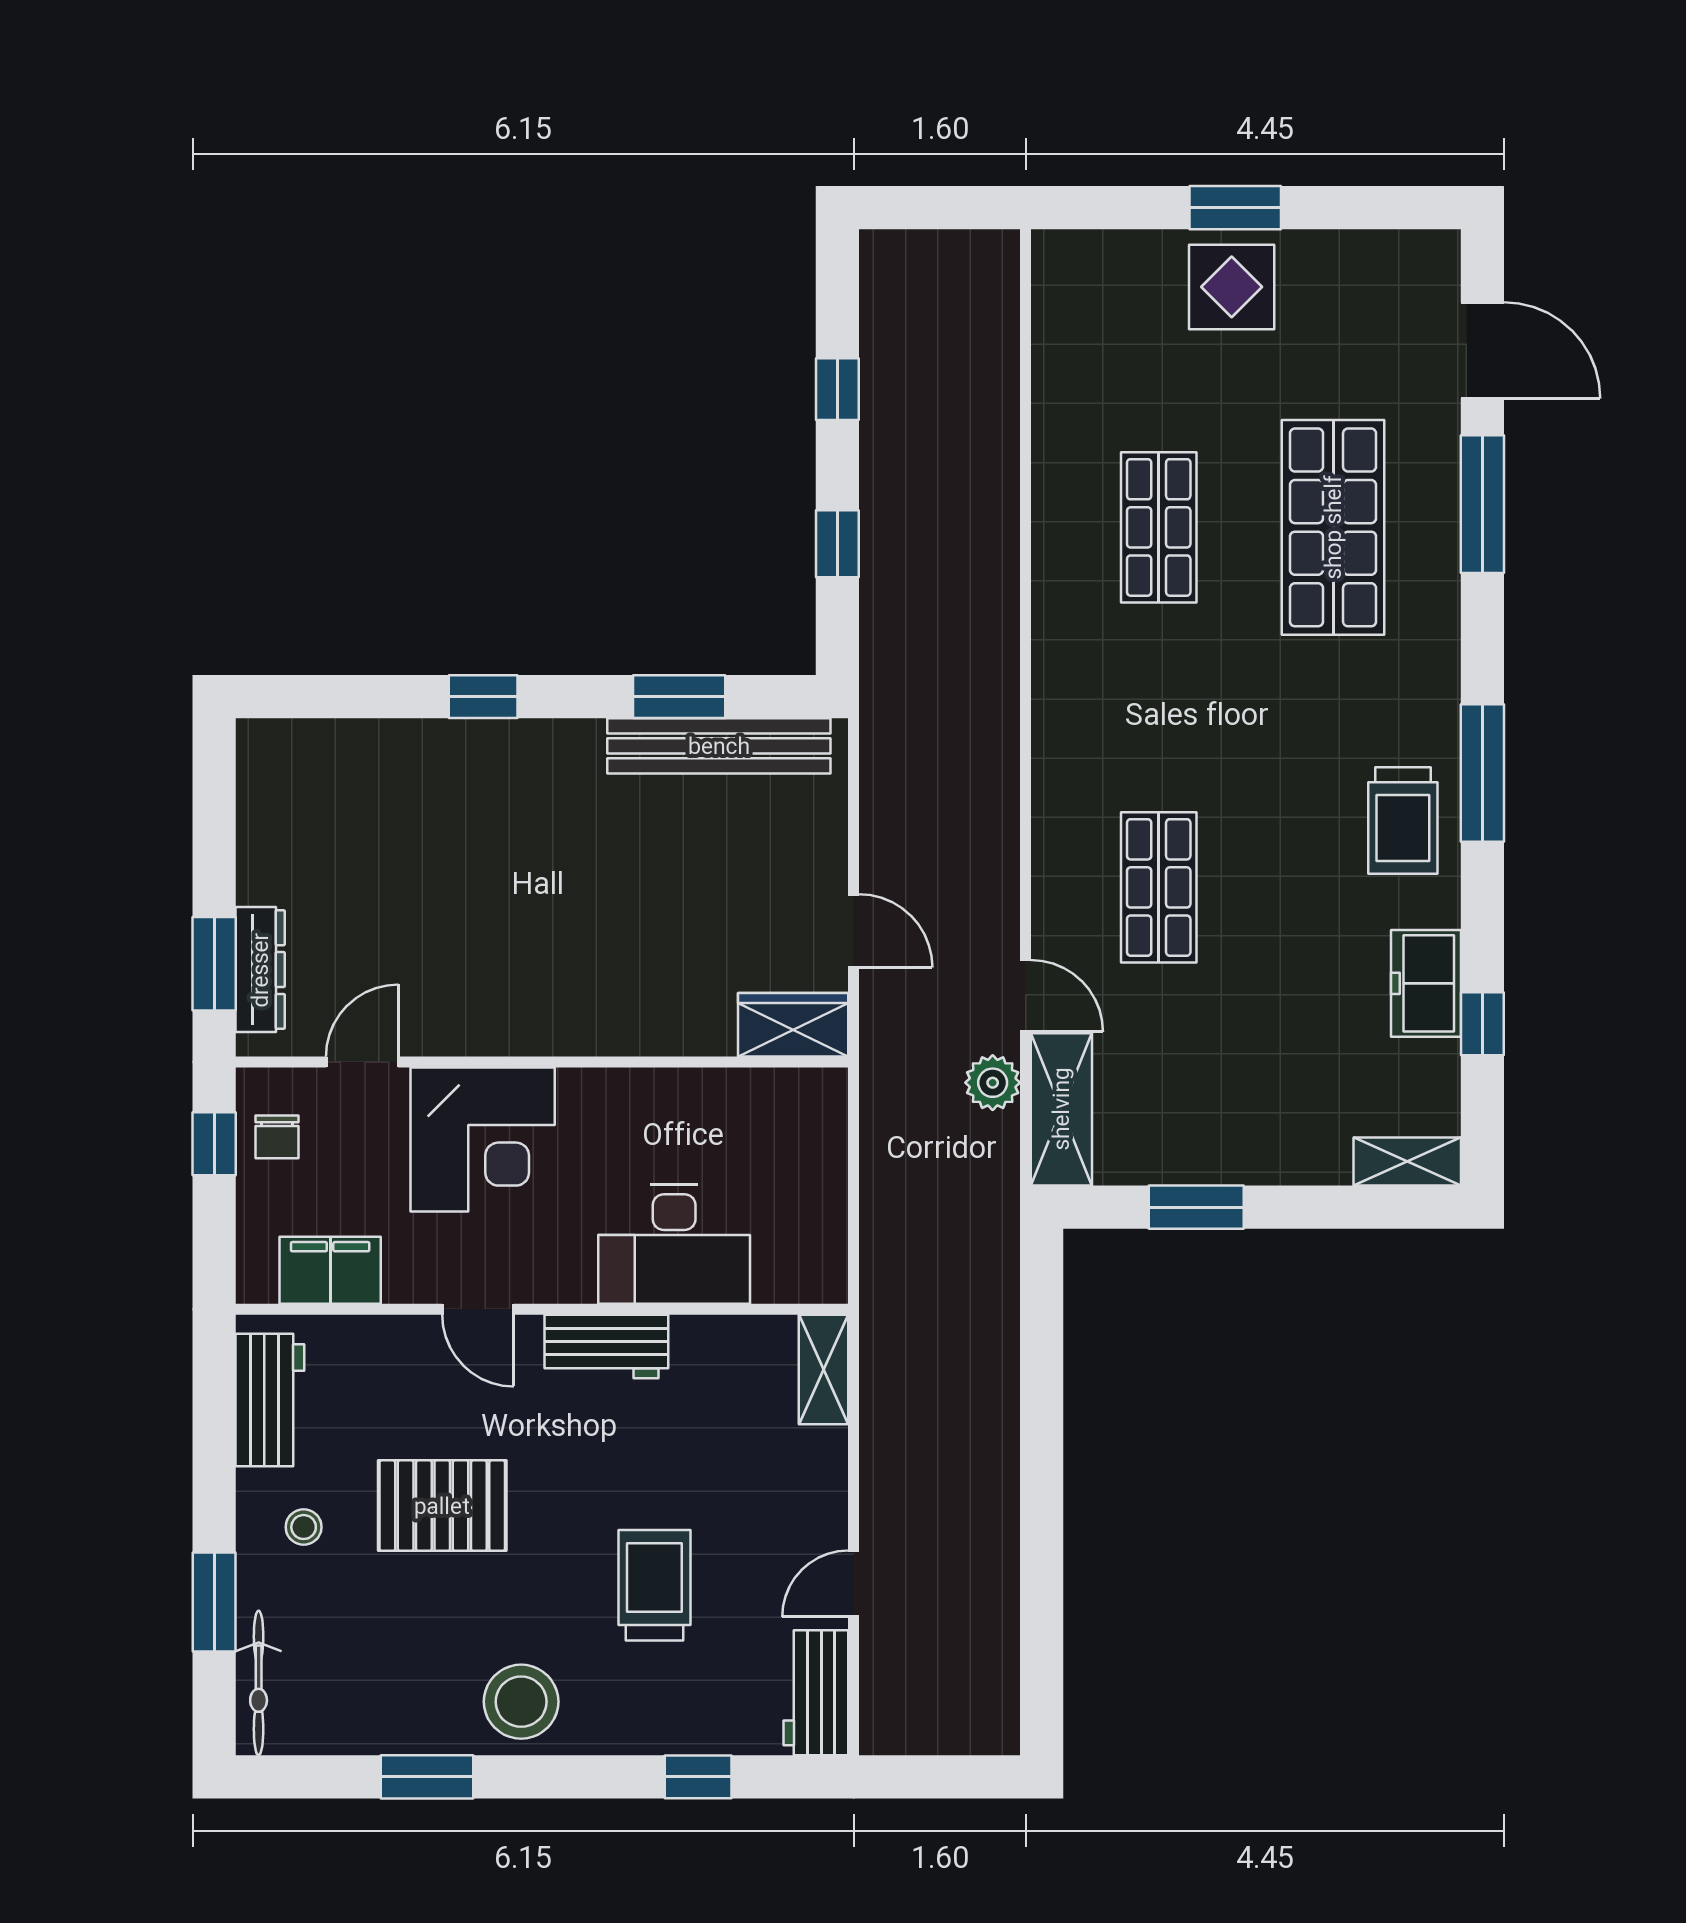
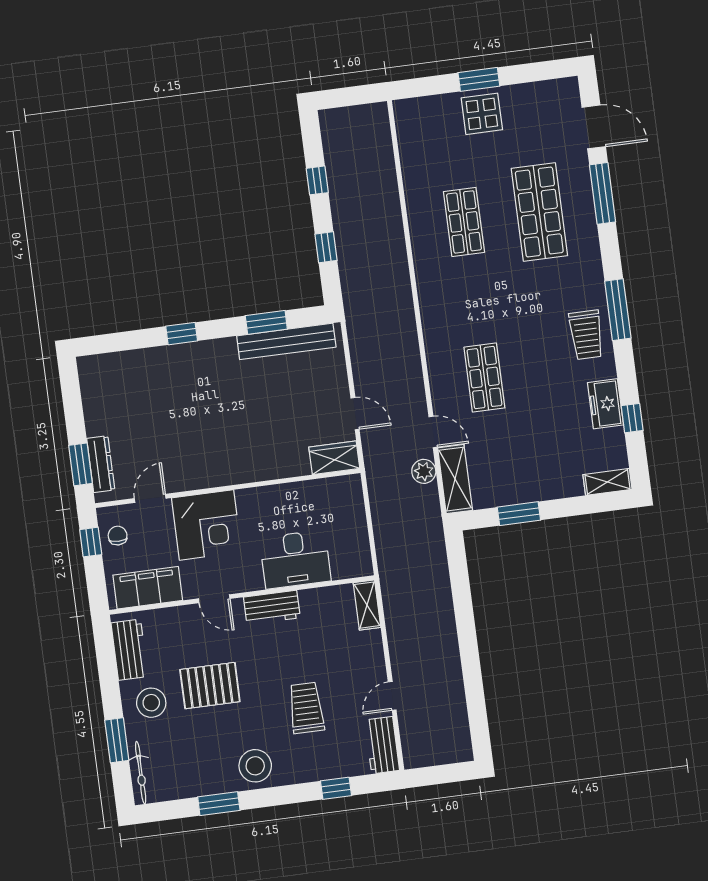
chair: (277, 1137) -> (118, 536), turned 180
filing cabinet: (330, 1270) -> (148, 588), width x1.50, depth x1.17
stool: (304, 1527) -> (151, 703), width x1.89, depth x1.89

